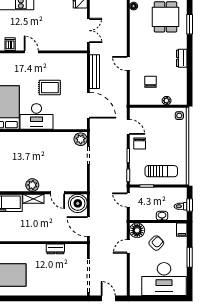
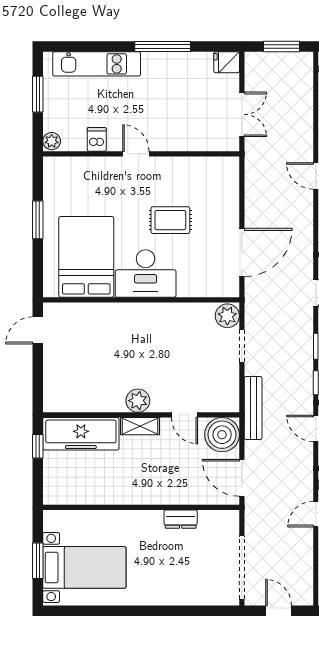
bench: (94, 72) -> (253, 408), moved
door: (88, 105) -> (242, 252), hinge flipped

